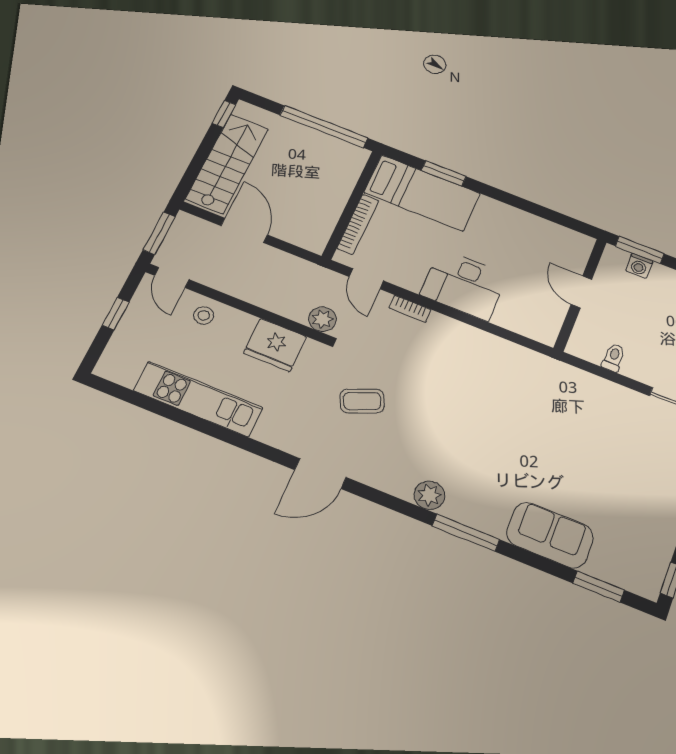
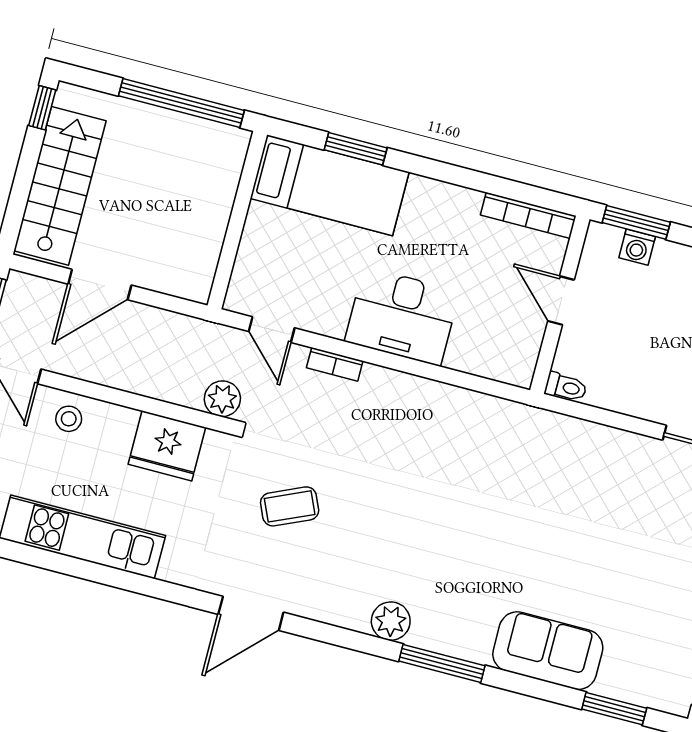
bookcase: (358, 224) -> (528, 215), moved, turned 90
door: (244, 230) -> (100, 285), swing flipped
toilet: (613, 358) -> (566, 387), moved, turned 90

